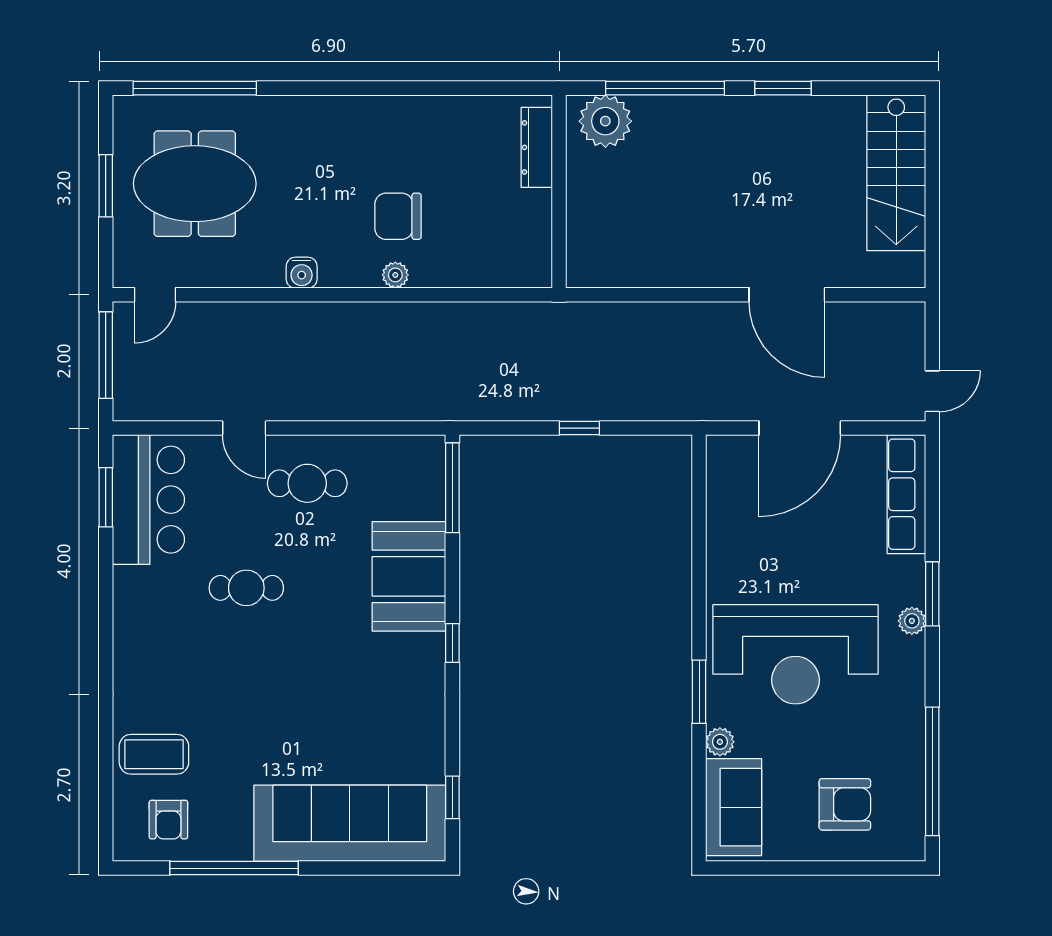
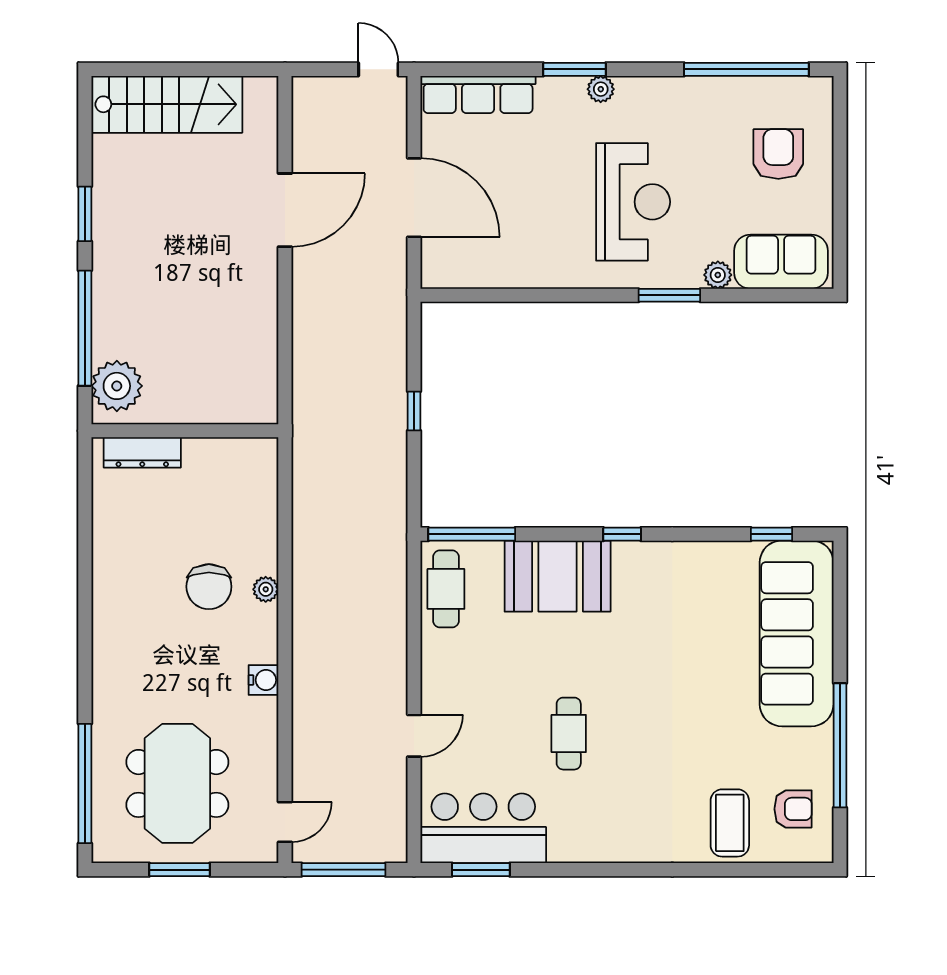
door: (155, 295) -> (285, 822), hinge flipped
cafe table: (307, 483) -> (446, 589), moved
reception desk: (795, 654) -> (633, 202), width x0.74, depth x0.77

